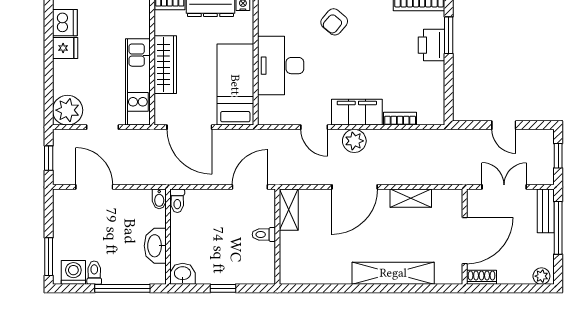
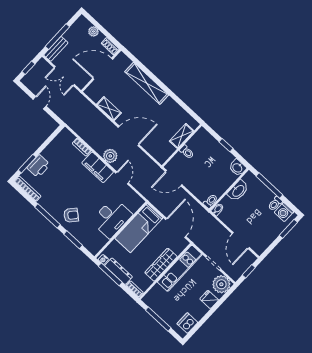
fridge: (65, 48) -> (209, 299), moved
shelving: (289, 210) -> (182, 136), moved
plant: (541, 276) -> (93, 31), moved

